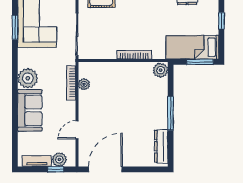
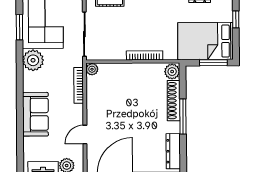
bed: (192, 47) -> (205, 41), width x1.50
plant: (28, 78) -> (33, 60), moved
plant: (84, 84) -> (92, 69), moved
shoe rack: (162, 98) -> (174, 101), added

